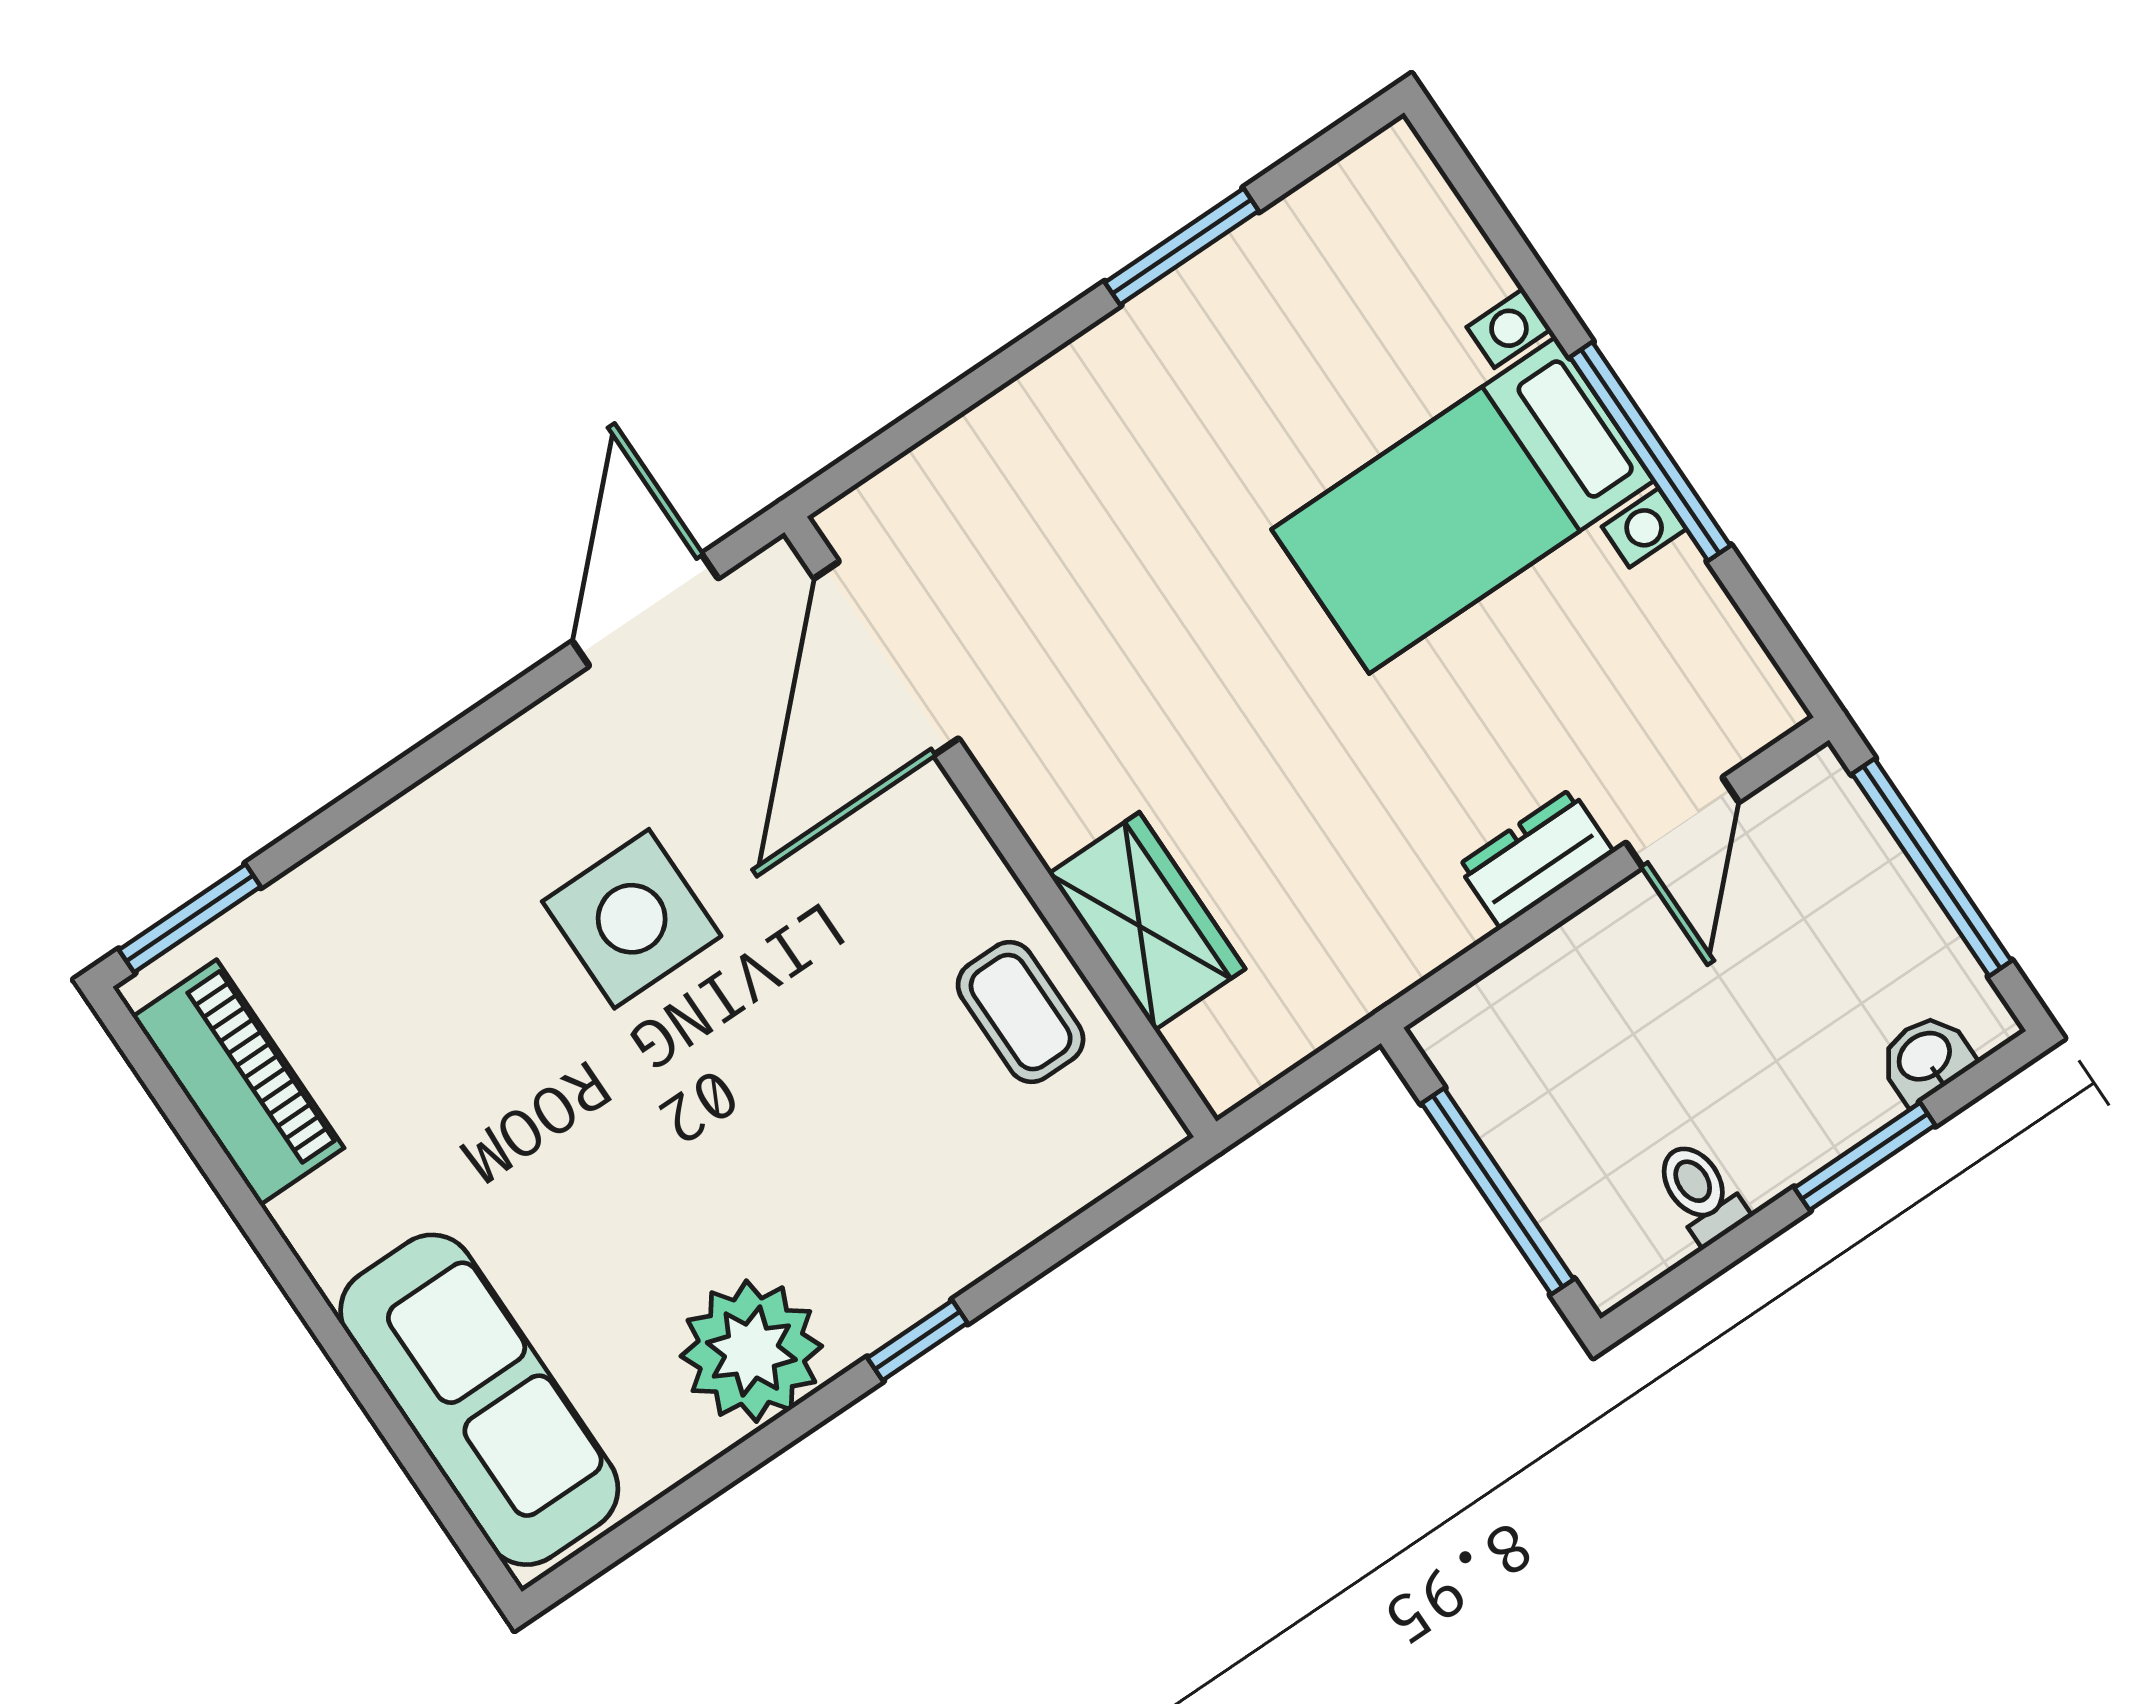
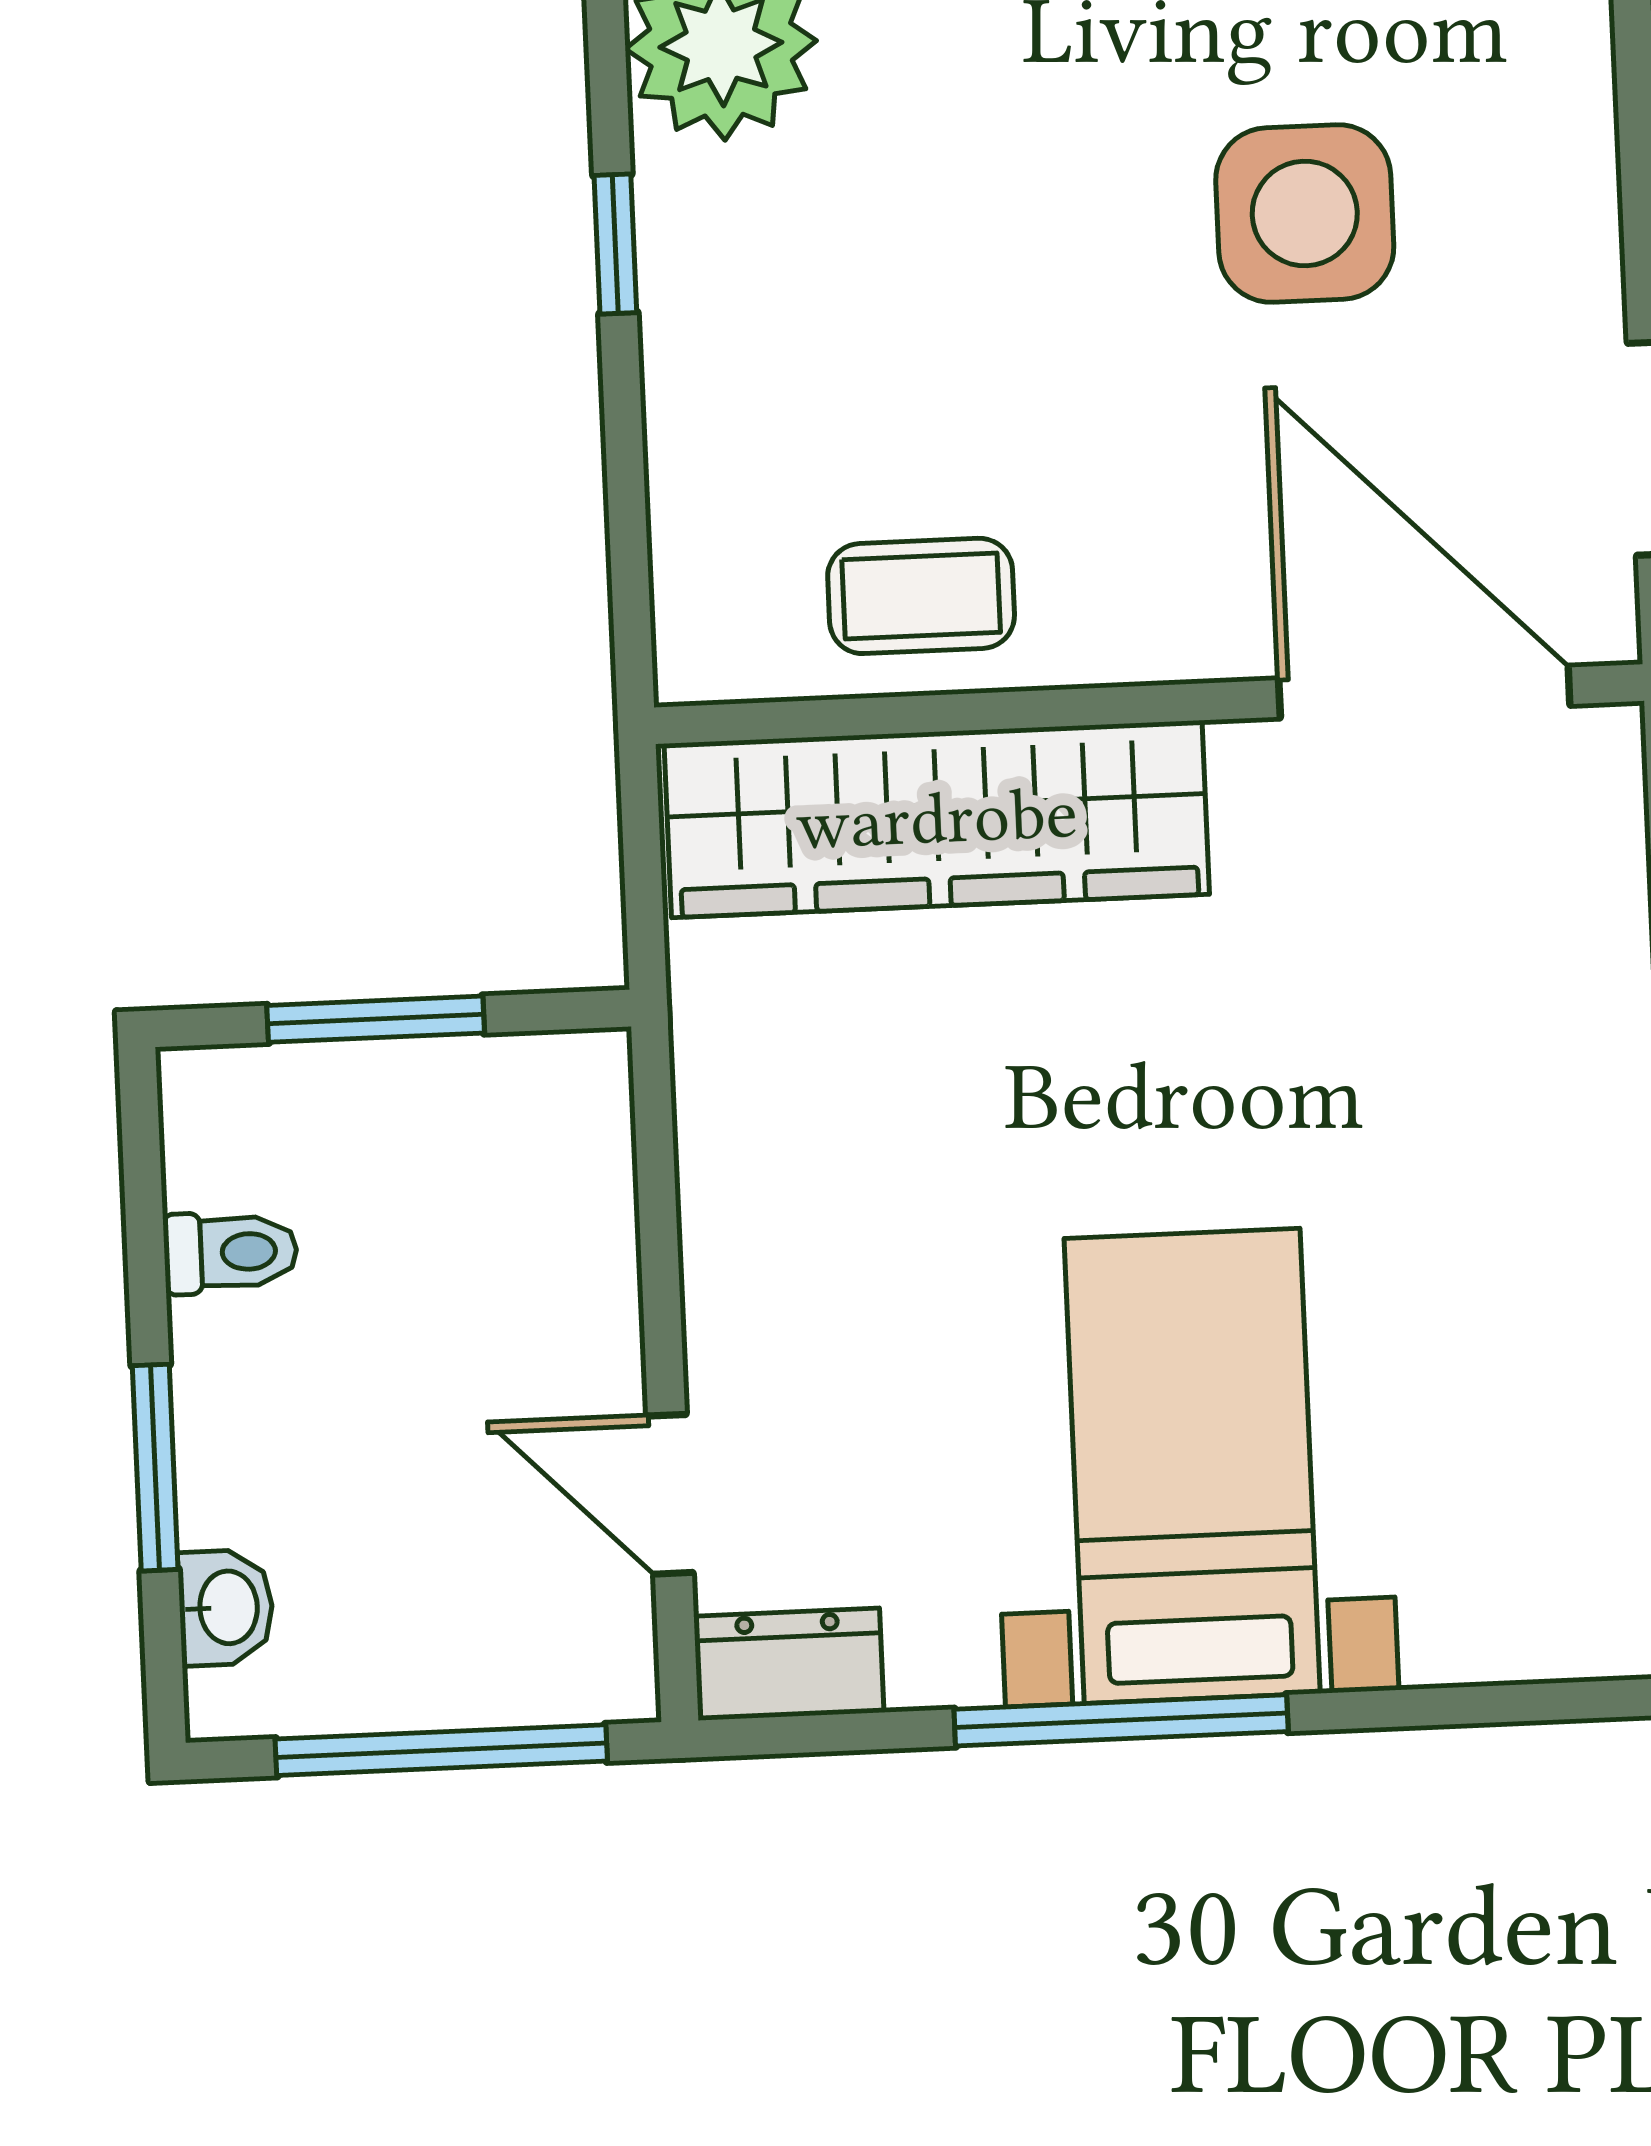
dresser: (1536, 859) -> (789, 1664), moved, turned -90
wardrobe: (1147, 921) -> (937, 819), width x2.10, depth x1.17
window: (1498, 1191) -> (376, 1019), width x0.69

